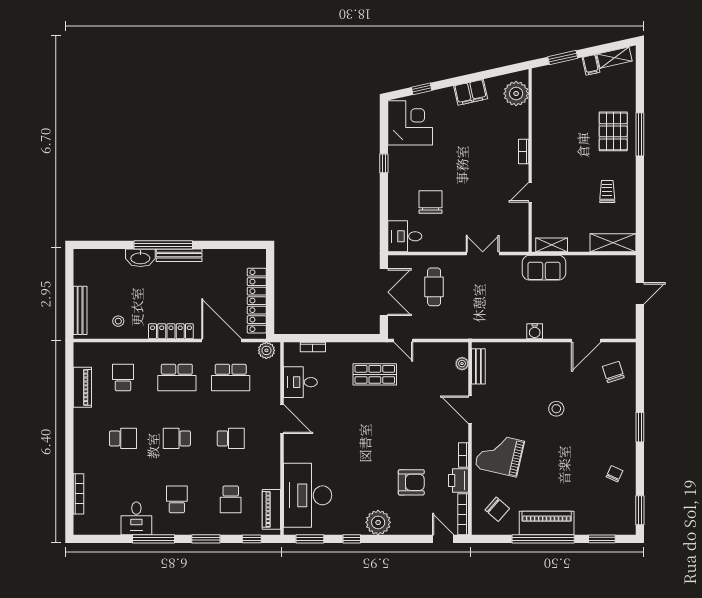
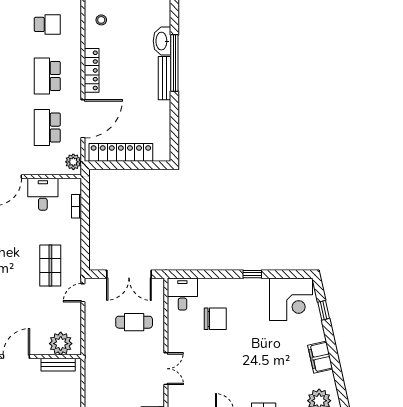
plant: (462, 364) -> (61, 344), width x1.87, depth x1.87

